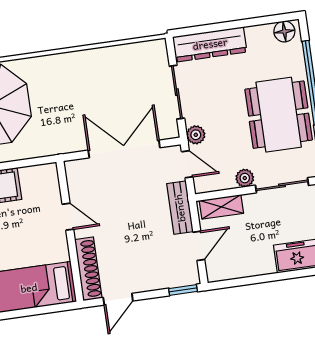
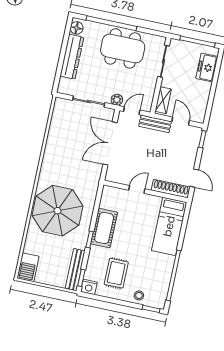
dresser: (210, 44) -> (72, 57), moved
plant: (245, 178) -> (152, 81), removed

